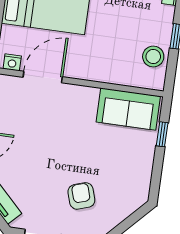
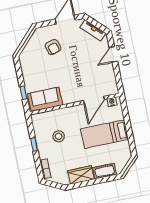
stool: (153, 57) -> (59, 136), moved

